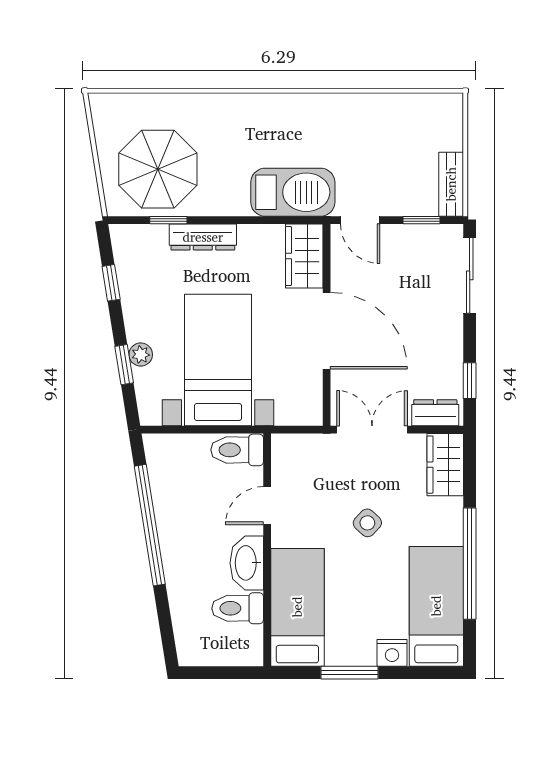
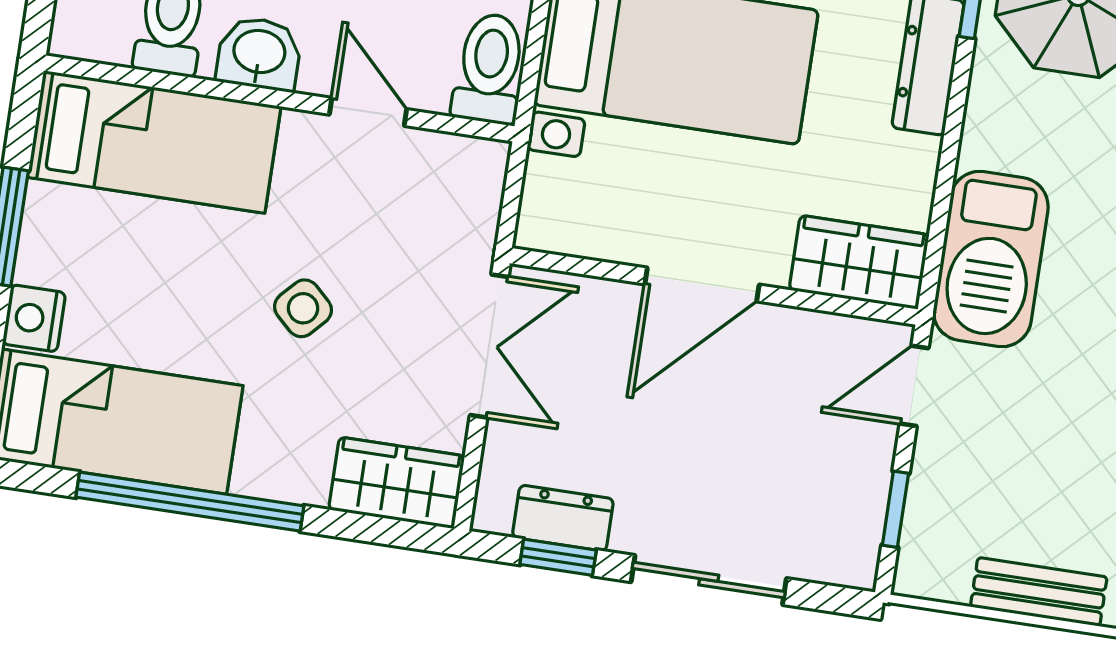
bench: (451, 184) -> (1039, 592), moved
sliding door: (470, 275) -> (709, 580), moved
door: (327, 331) -> (702, 285), width x0.73
dresser: (435, 413) -> (563, 518), moved, turned -90
washbasin: (247, 563) -> (259, 53), width x0.72

